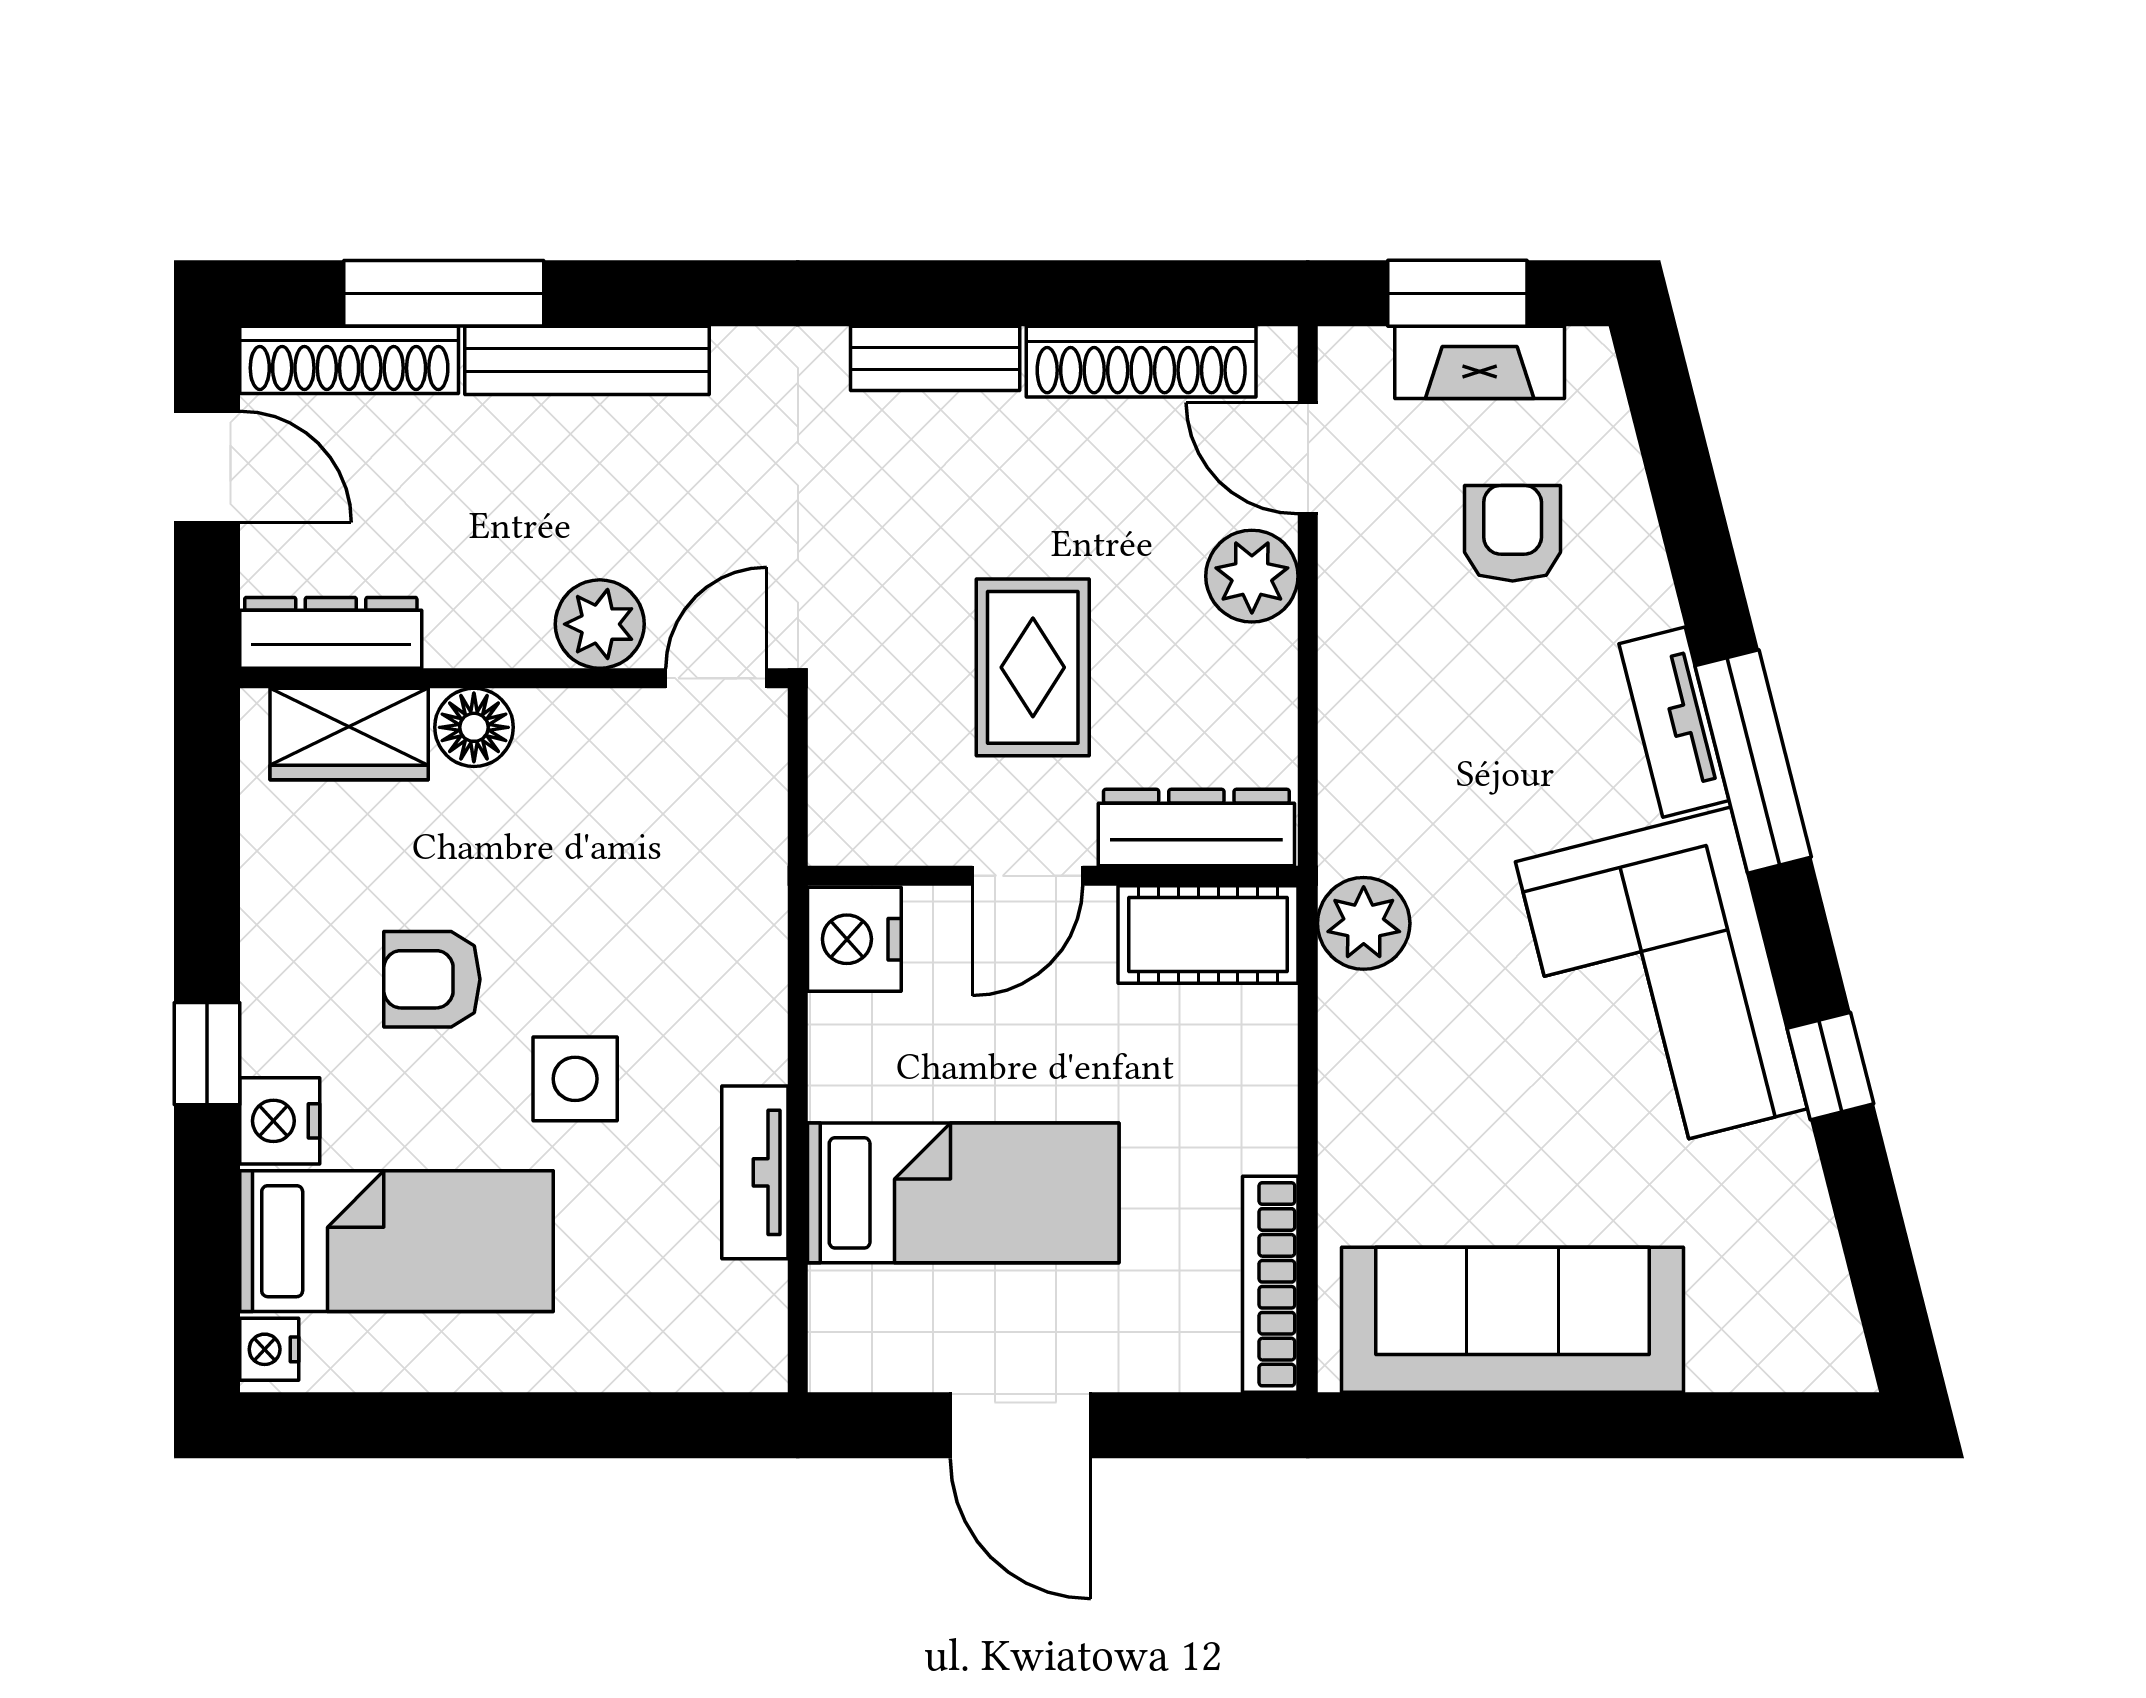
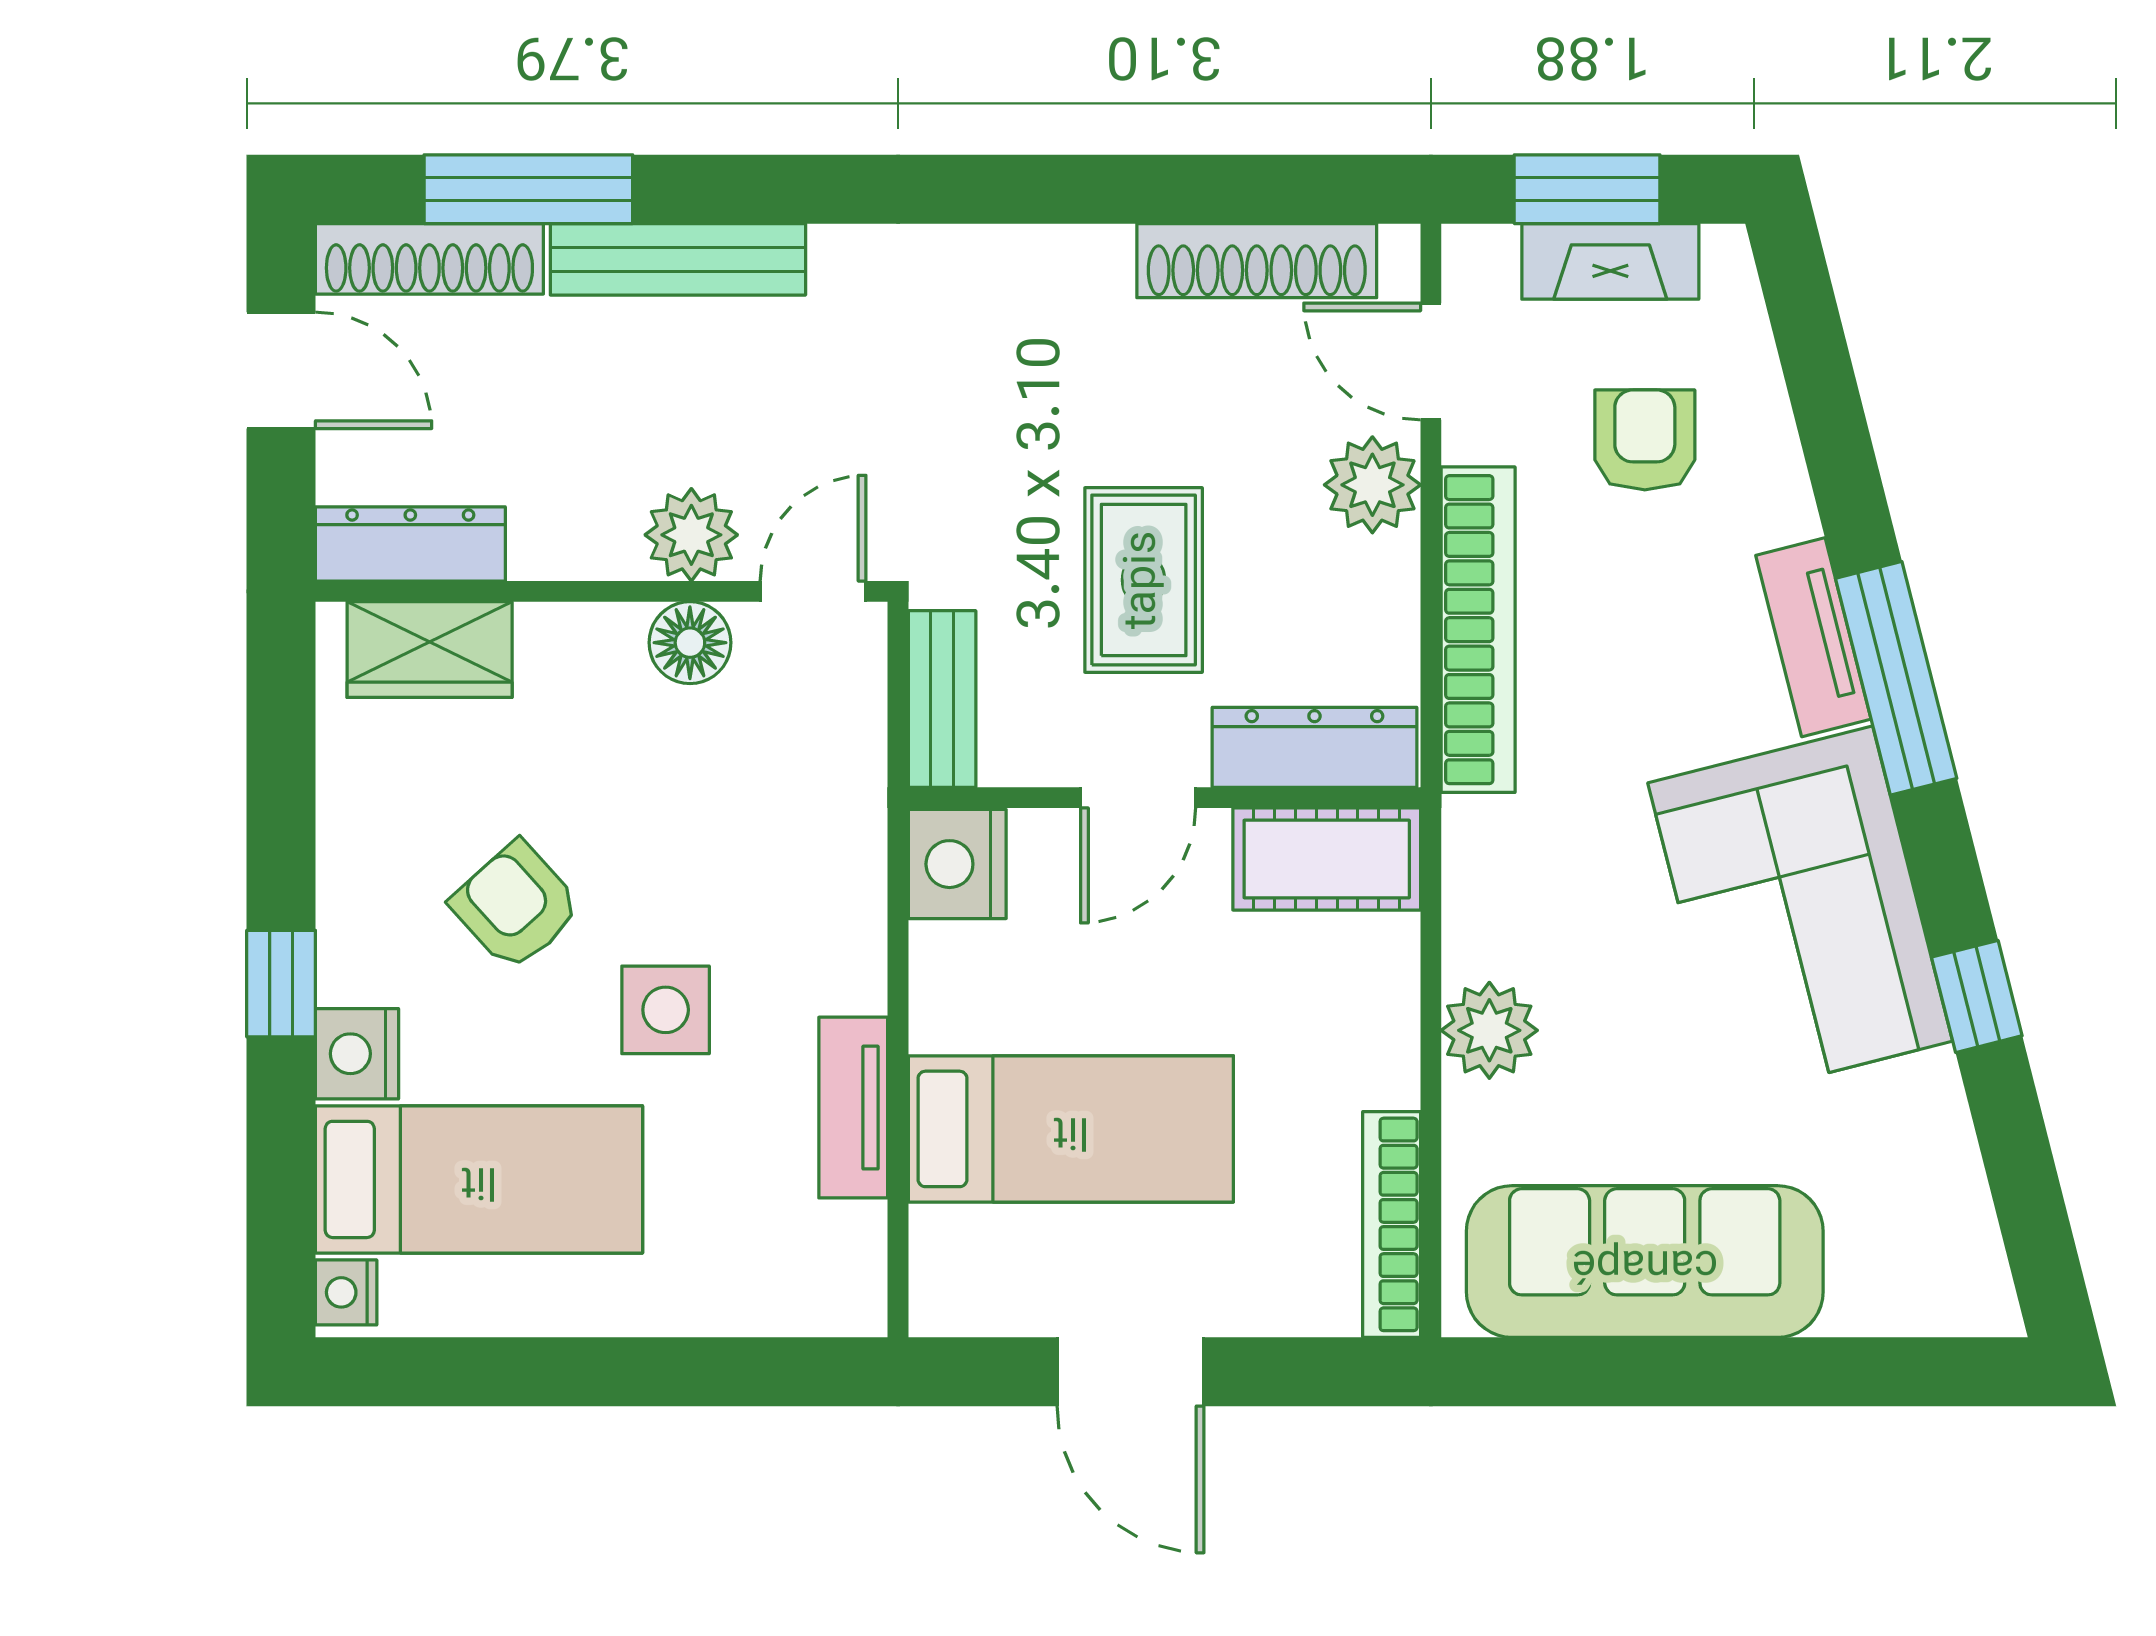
bench: (935, 358) -> (942, 699), moved, turned 90
bookcase: (1353, 715) -> (1478, 630), added
floor lamp: (474, 727) -> (690, 643), moved
plant: (1364, 923) -> (1489, 1030), moved
armchair: (432, 979) -> (516, 906), turned 48

